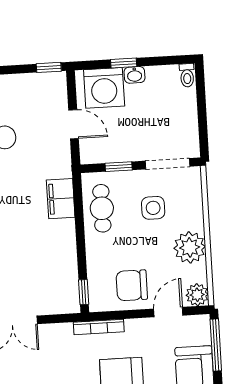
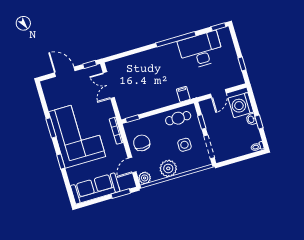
window: (124, 63) -> (259, 122), moved
window: (49, 67) -> (242, 64), moved
filing cabinet: (61, 199) -> (183, 94), width x0.50
door: (168, 312) -> (132, 165), swing flipped
window: (216, 345) -> (121, 194), width x0.69

